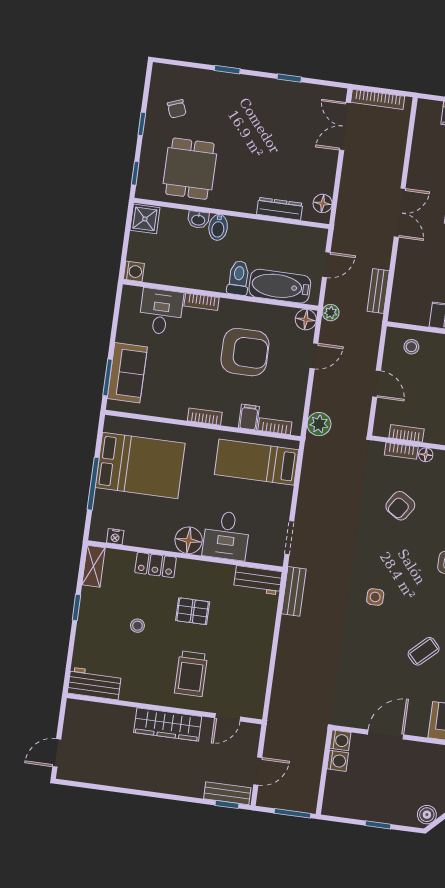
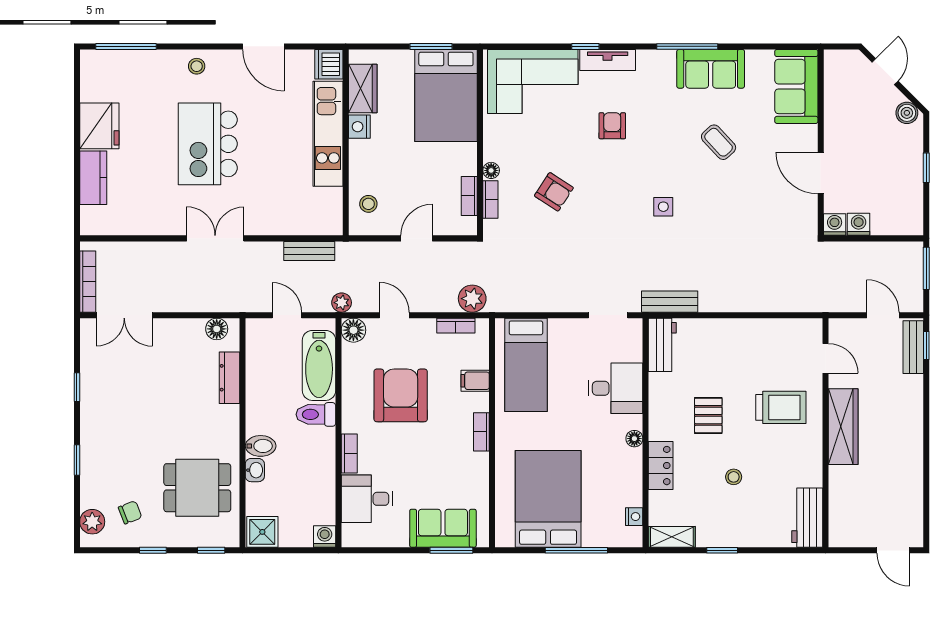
plant: (173, 76) -> (92, 522), added
bookcase: (275, 426) -> (456, 326), moved, turned -90
floor lamp: (189, 540) -> (634, 439), width x0.53, depth x0.53

